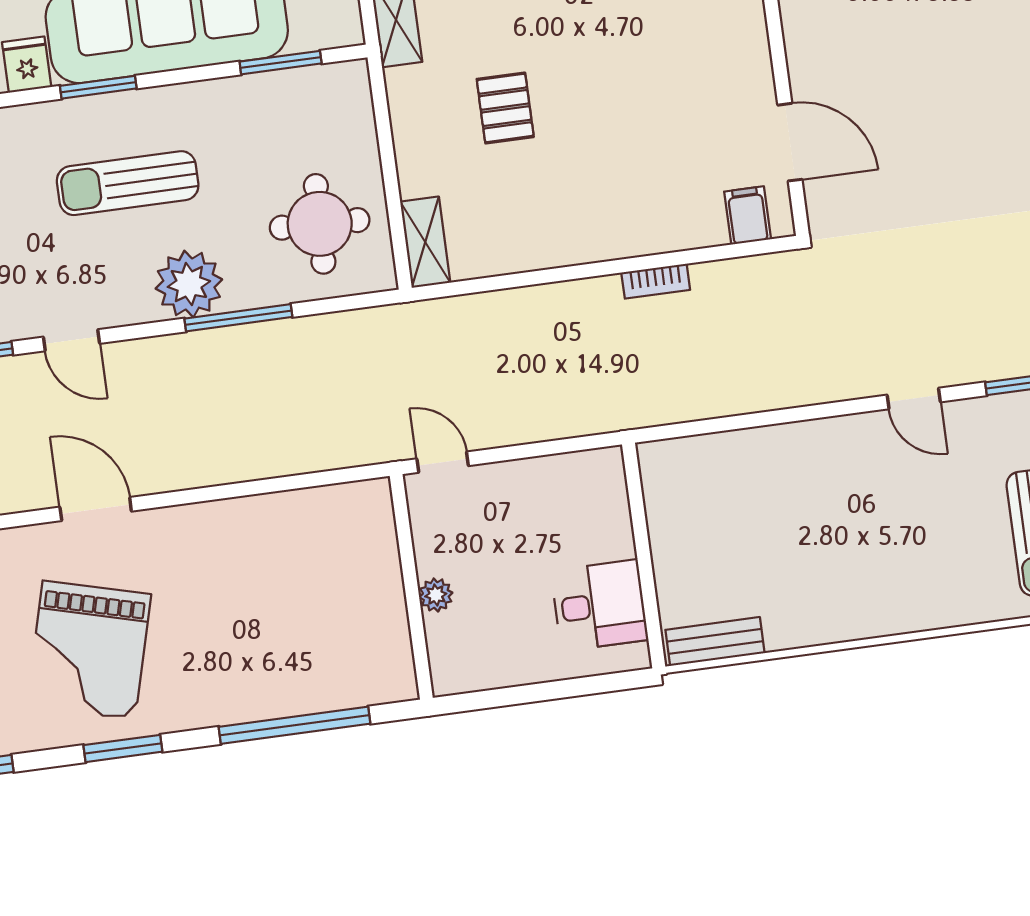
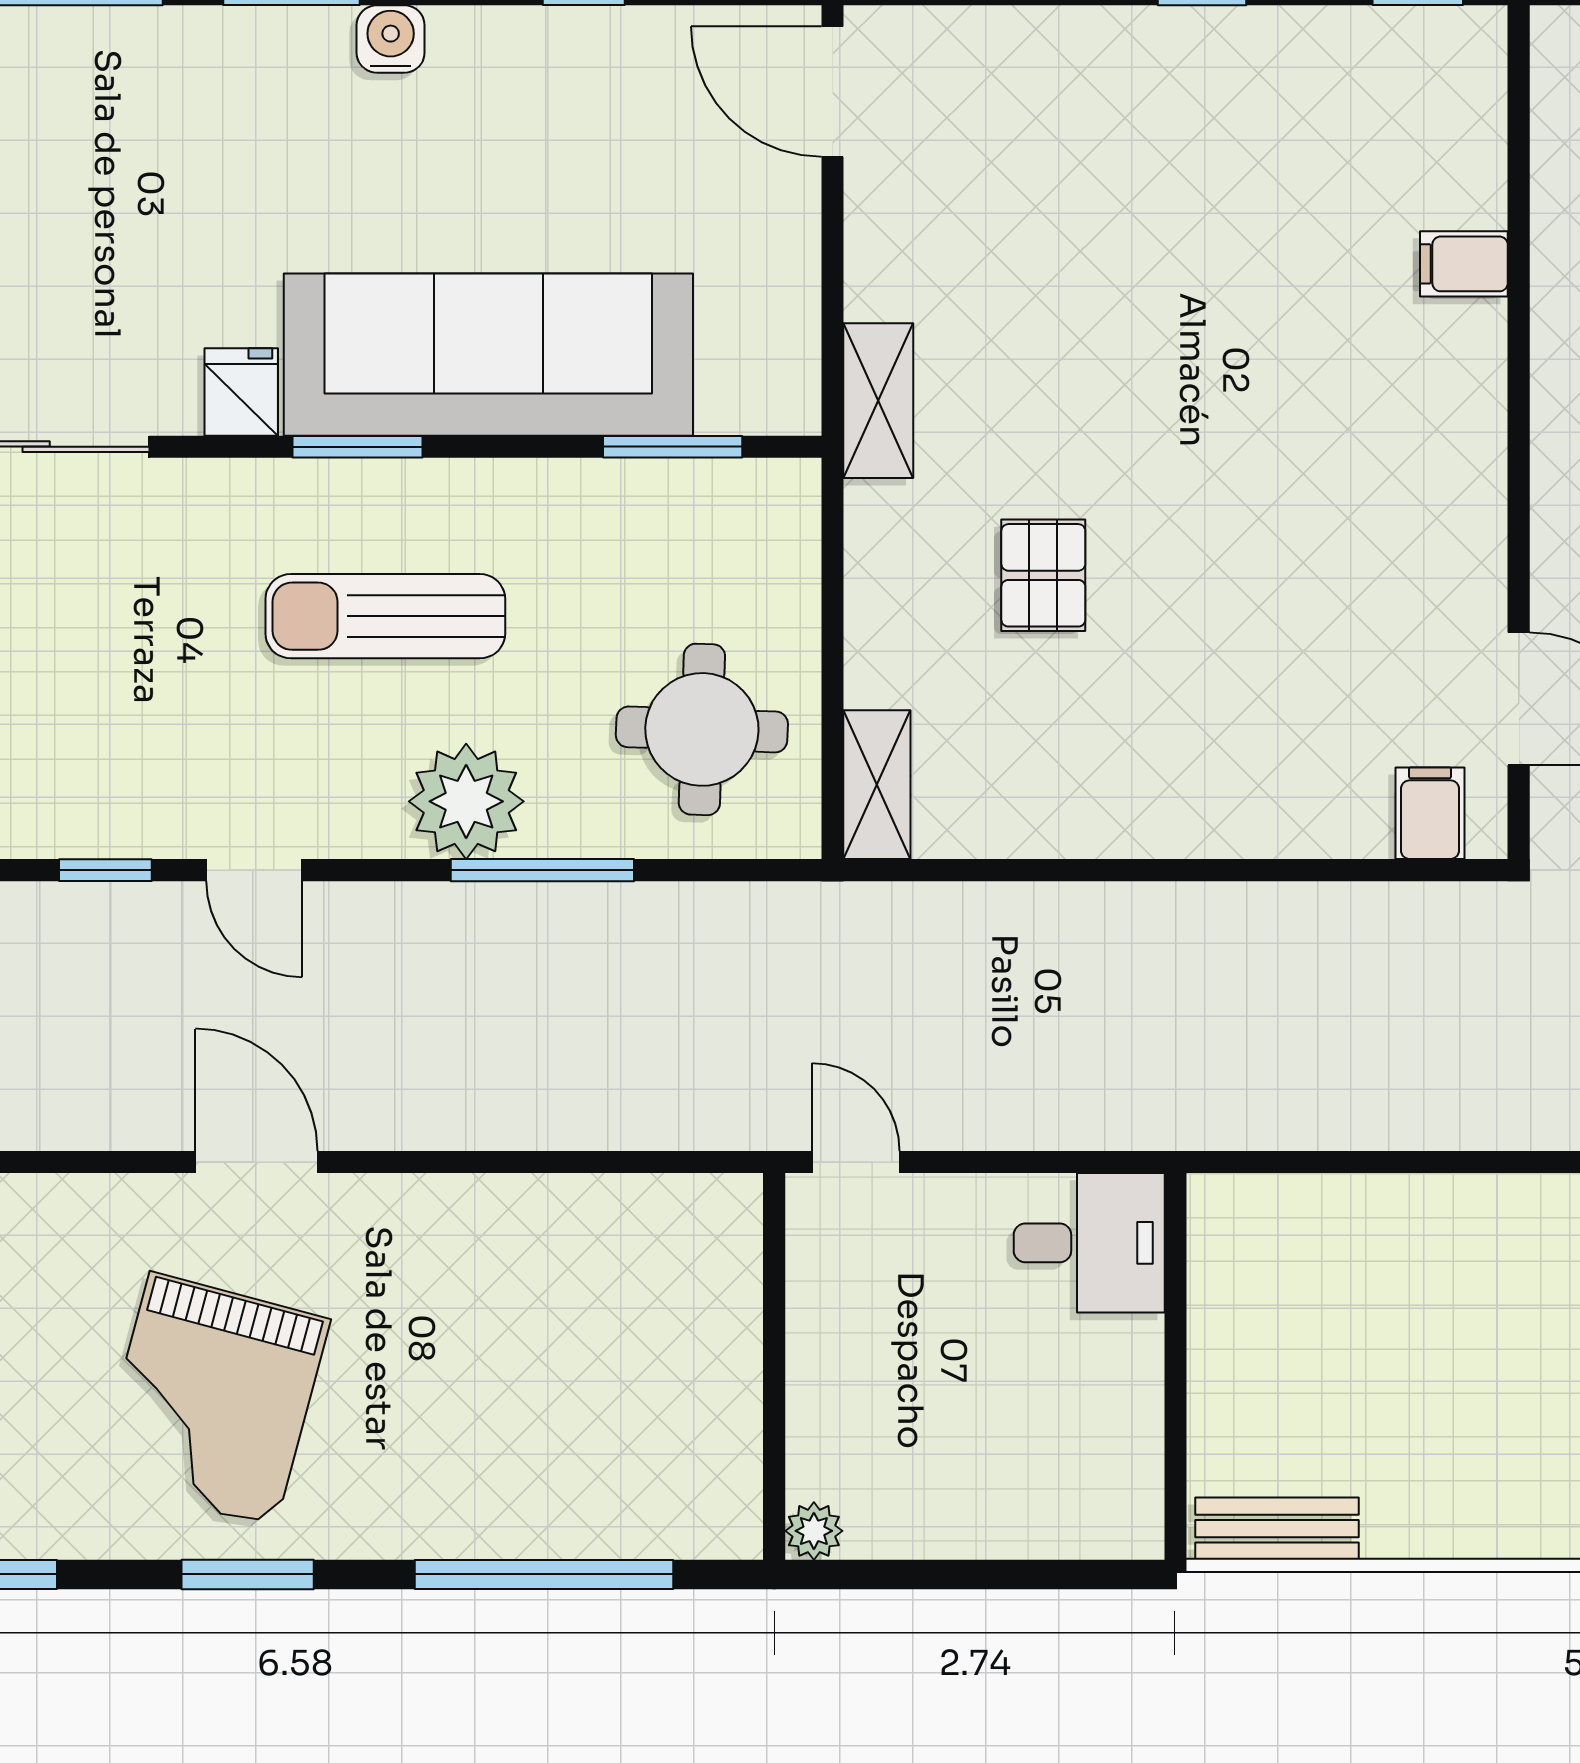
bookcase: (656, 281) -> (1259, 904), removed
plant: (436, 595) -> (814, 1531), moved
desk: (599, 605) -> (1089, 1243), moved

